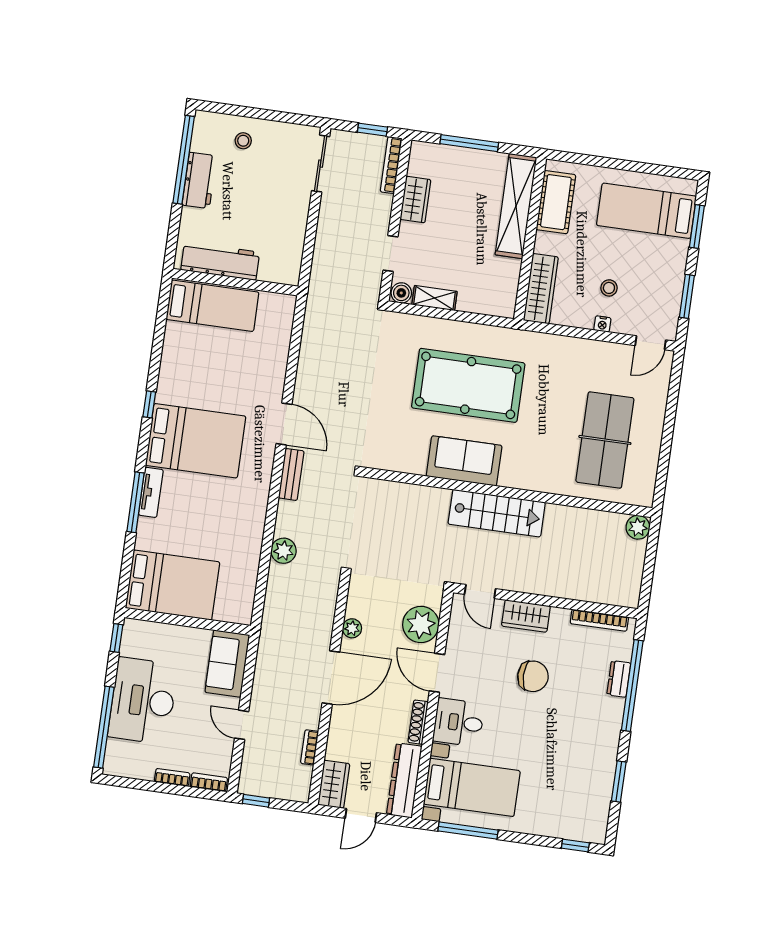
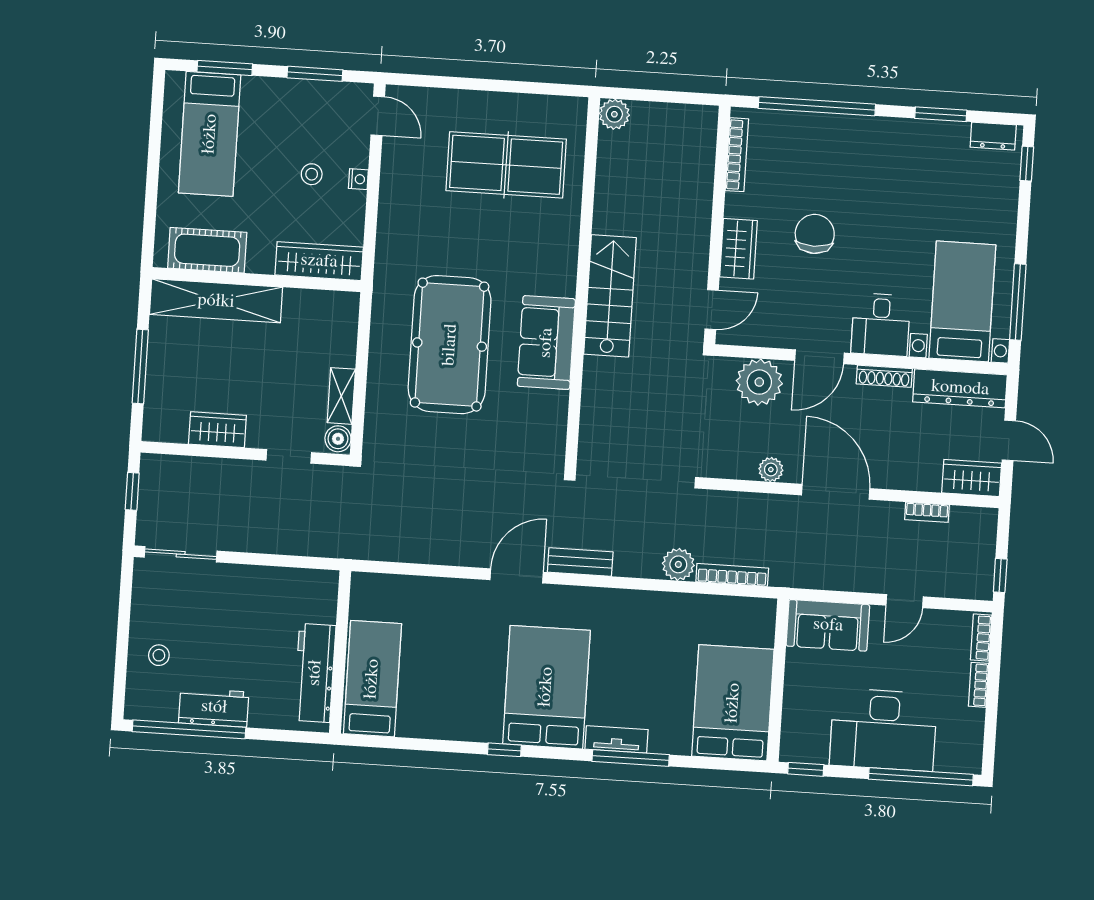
bookcase: (391, 165) -> (732, 575), moved, turned 180
dresser: (619, 679) -> (993, 136), moved

